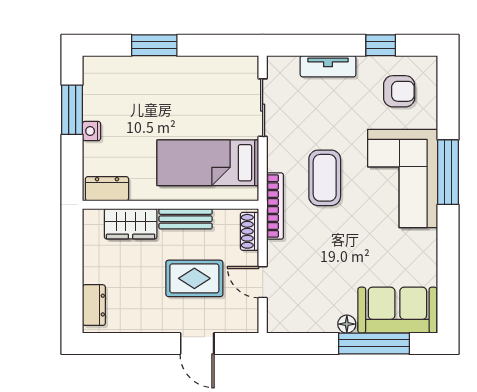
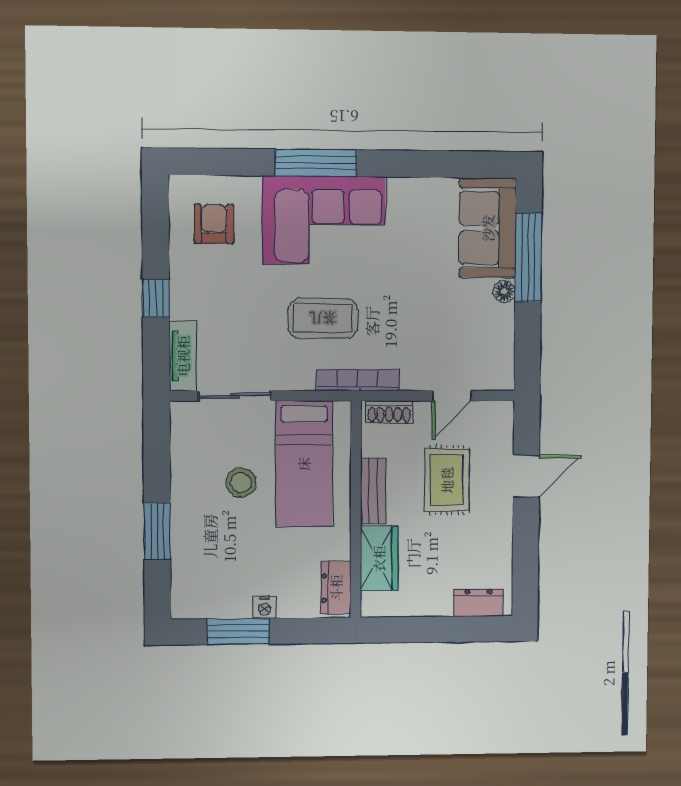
window: (381, 45) -> (156, 298), moved
tv unit: (328, 66) -> (183, 356), moved
stool: (193, 112) -> (241, 483), added

